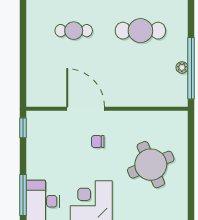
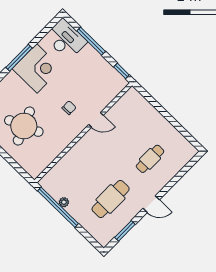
door: (86, 109) -> (96, 120), width x0.53
window: (23, 195) -> (91, 41), moved

